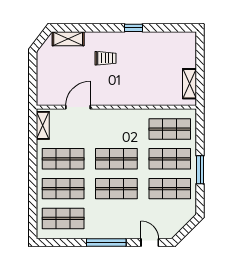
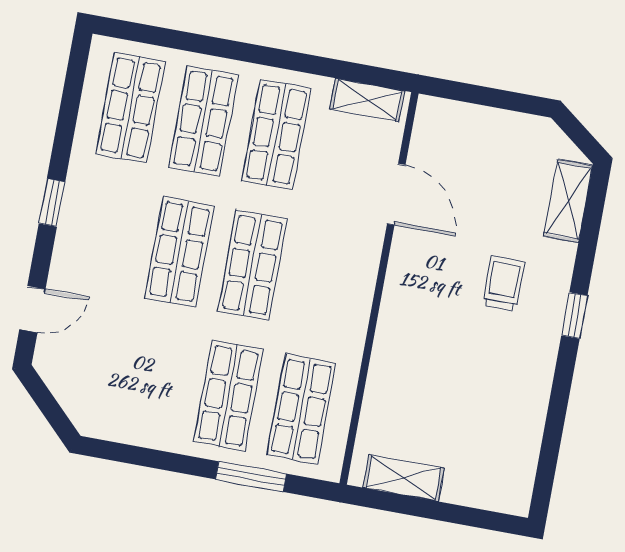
window: (133, 28) -> (574, 315), moved
trolley: (105, 58) -> (504, 283), turned 180
window: (200, 170) -> (251, 477), moved
shop shelf: (170, 189) -> (155, 382), removed
window: (106, 243) -> (52, 203), width x0.46

